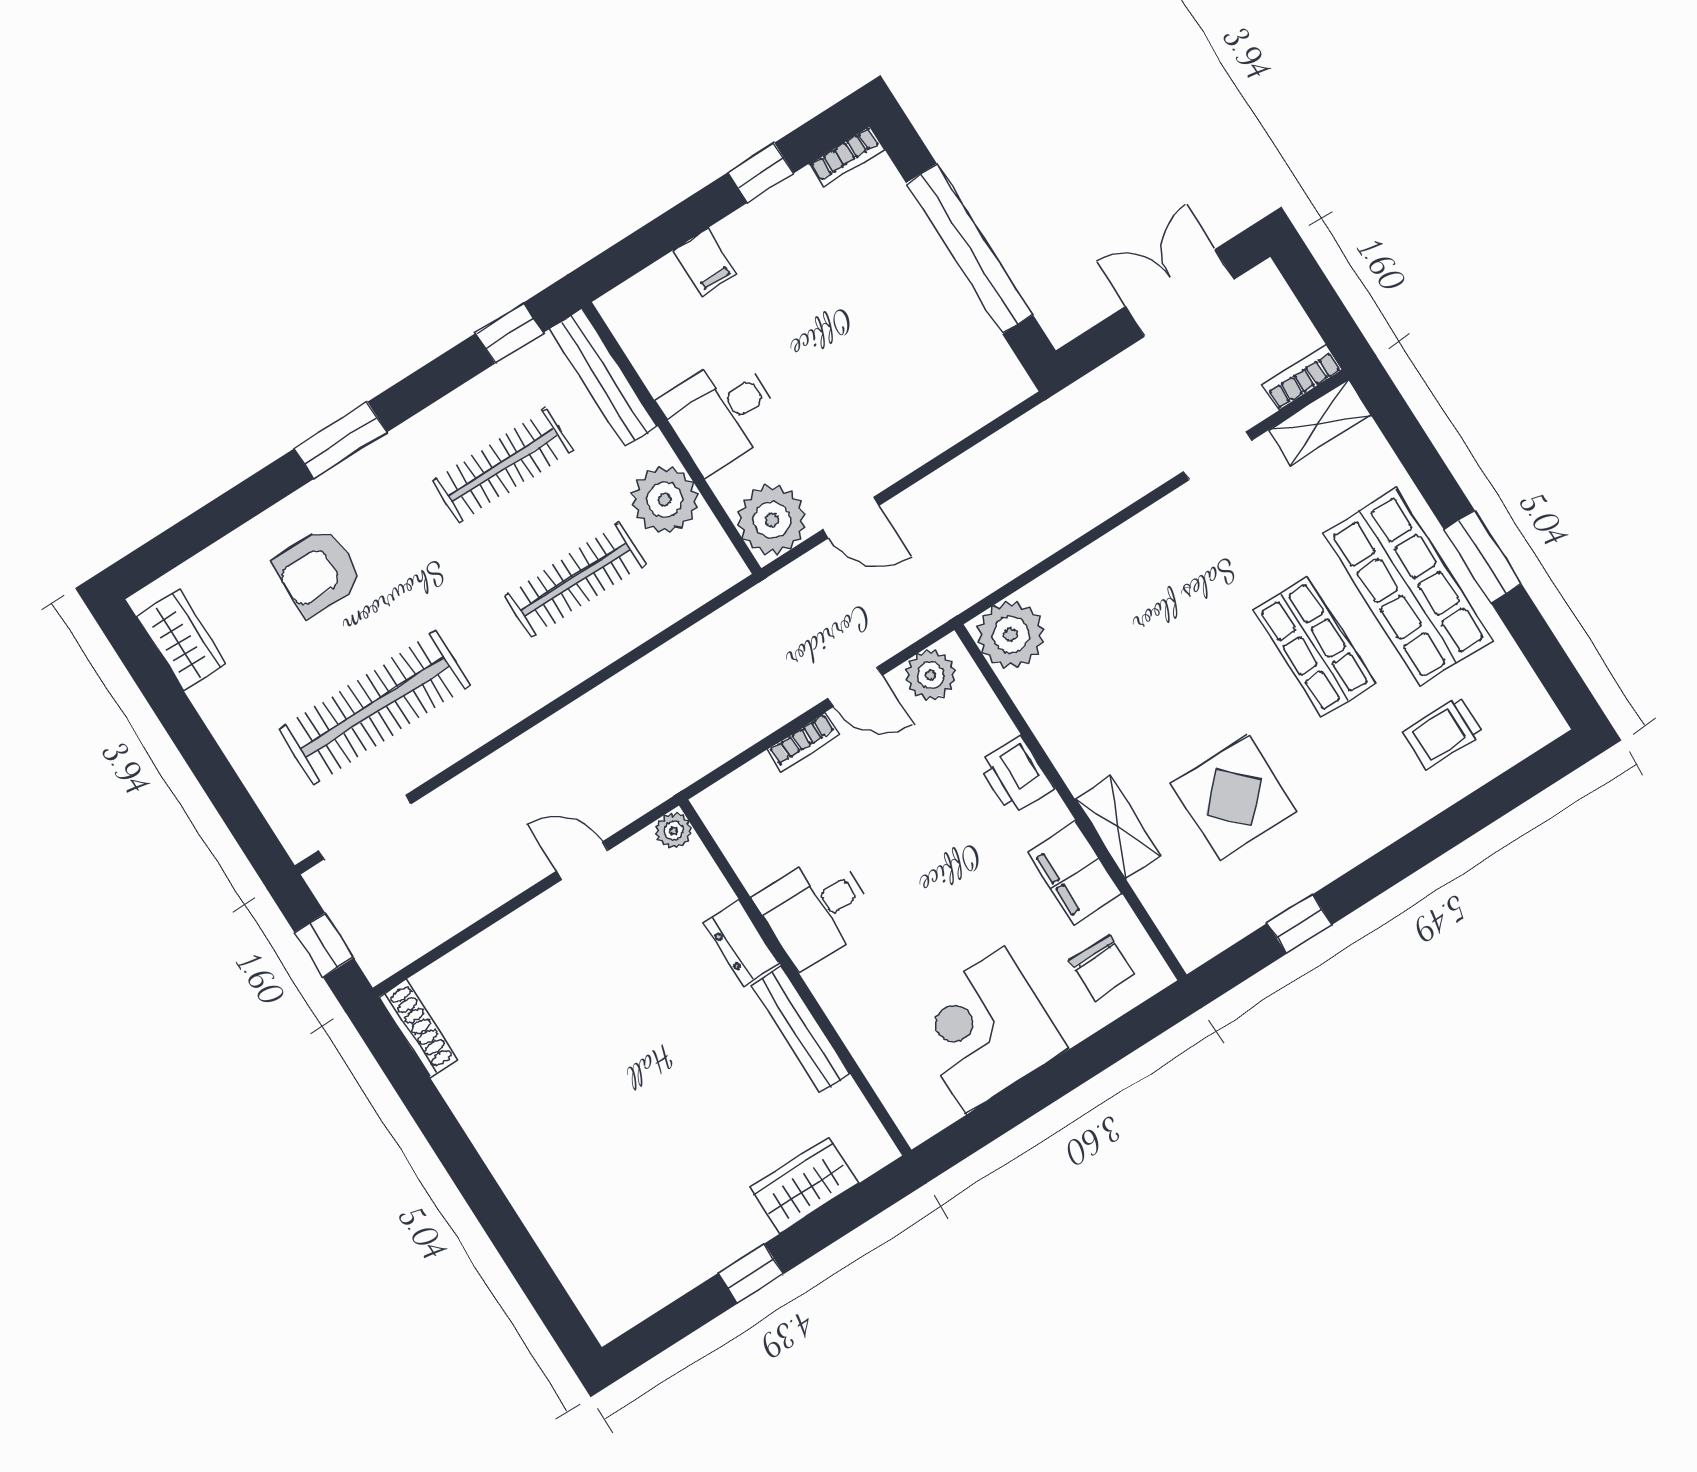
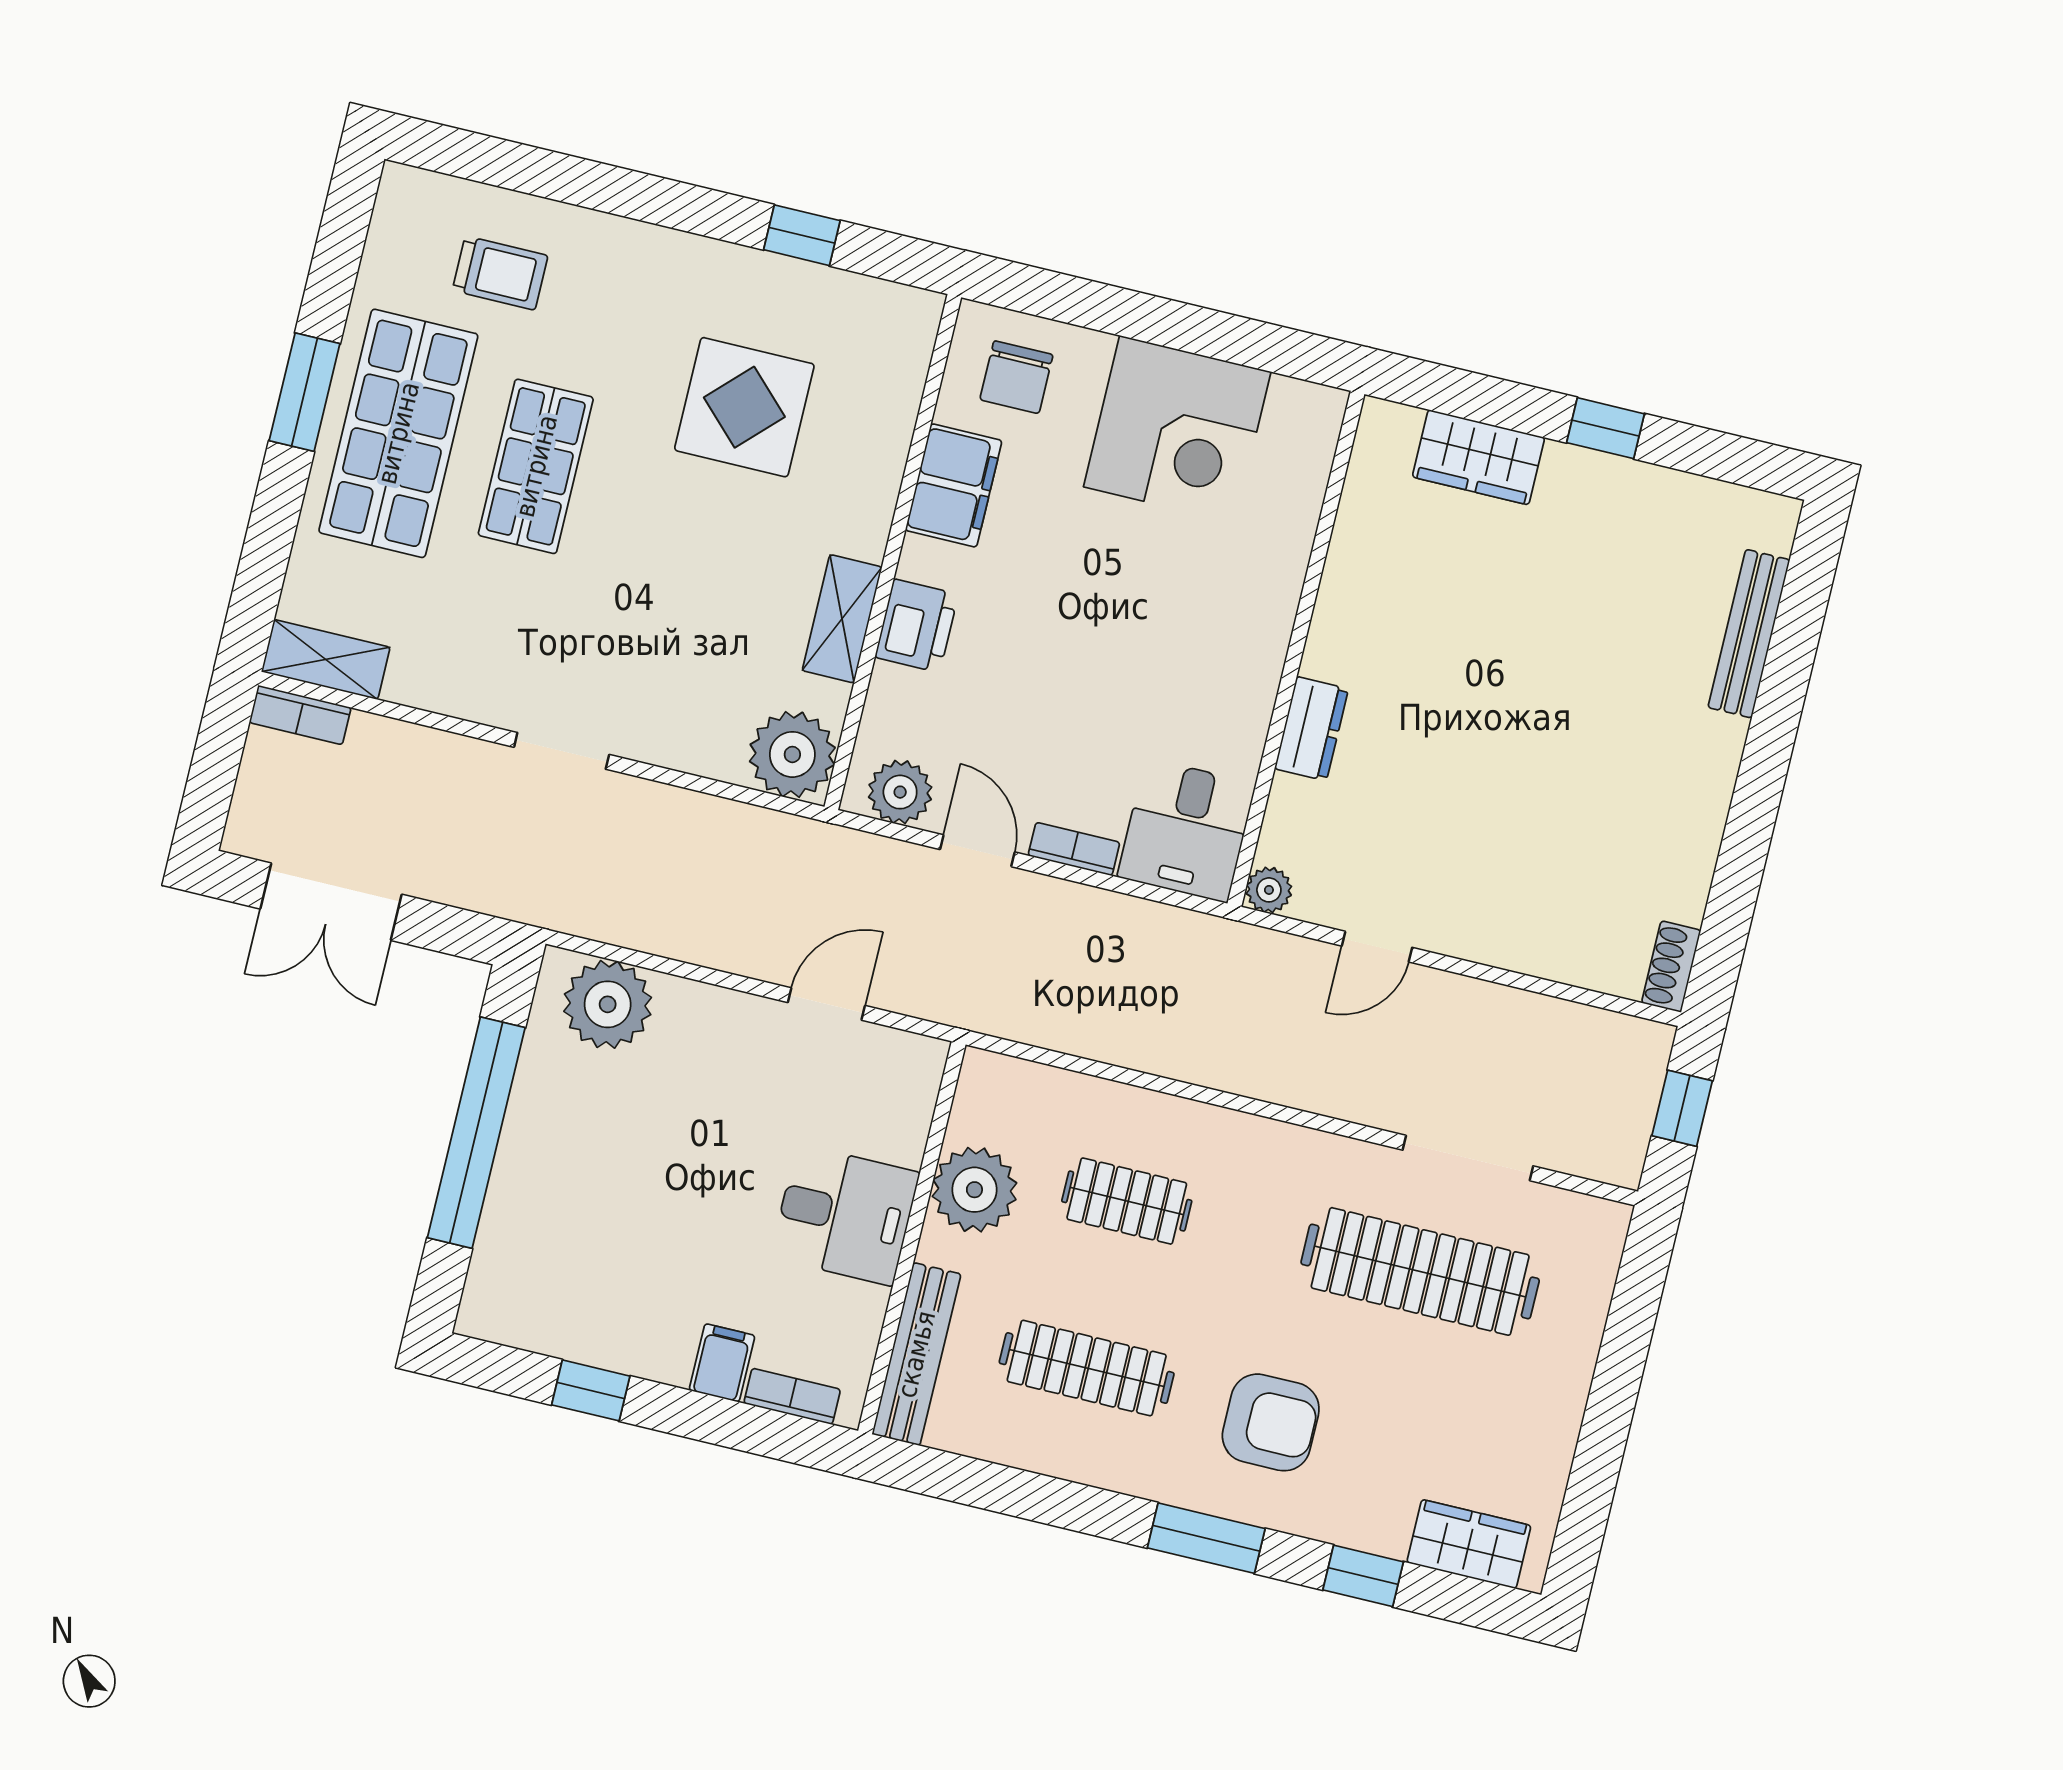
bookcase: (847, 157) -> (792, 1396), moved
window: (509, 333) -> (1363, 1576), moved
doorway: (1218, 456) -> (562, 751), moved
door: (851, 518) -> (826, 1004), hinge flipped
plant: (772, 520) -> (608, 1004), moved
armchair: (318, 572) -> (1271, 1422), moved
clothes rail: (575, 580) -> (1127, 1201), width x0.73
wardrobe: (182, 640) -> (1469, 1544), moved, turned 90
doorway: (365, 827) -> (1468, 1158), moved
shelving: (1118, 827) -> (842, 619), moved
door: (582, 861) -> (1377, 947), hinge flipped
desk: (816, 910) -> (1187, 830), moved, turned 90
chair: (1102, 968) -> (1016, 377), turned 180
shoe rack: (418, 1028) -> (1671, 967), width x0.70
bench: (801, 1030) -> (1749, 634), moved

